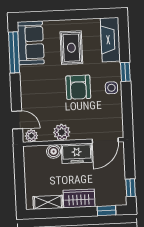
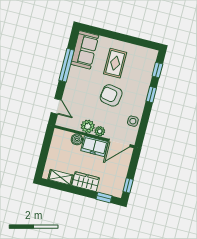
fireplace: (110, 40) -> (147, 66), removed
window: (124, 40) -> (157, 70), added
window: (14, 52) -> (67, 65), moved
armchair: (78, 87) -> (111, 95), turned 100
side table: (111, 88) -> (133, 121), moved
plant: (31, 136) -> (100, 131), moved

